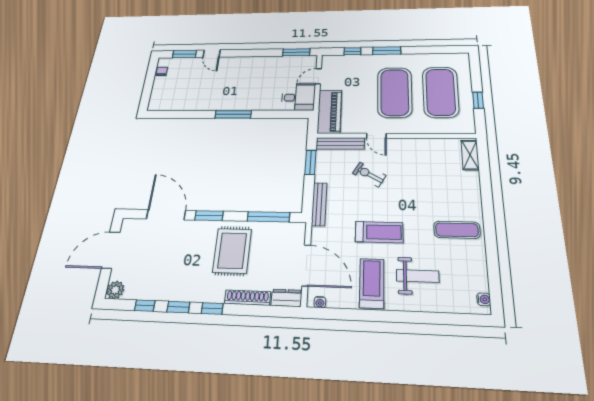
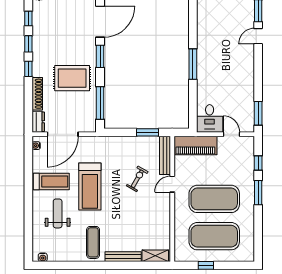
bench: (319, 204) -> (123, 257), moved
treadmill: (379, 232) -> (90, 187), width x1.37, depth x1.38
weight bench: (418, 276) -> (58, 213), turned 180

